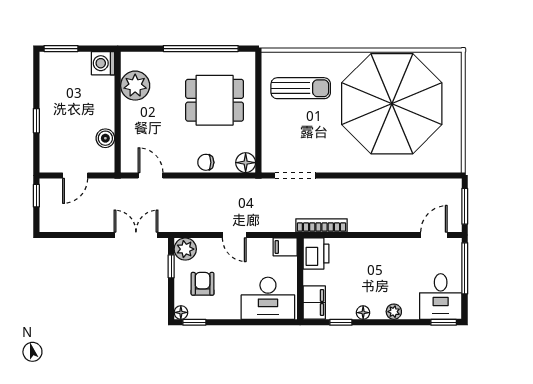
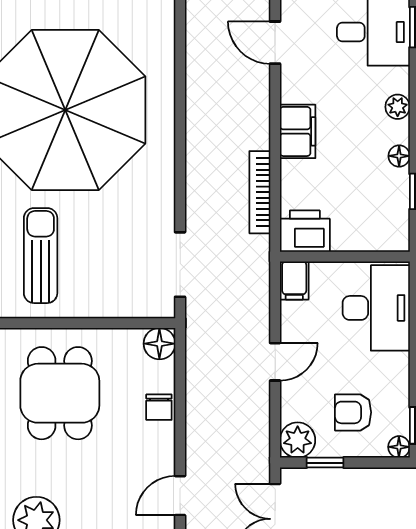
bookcase: (321, 225) -> (260, 192), moved
filing cabinet: (314, 303) -> (298, 131), moved, turned 90

